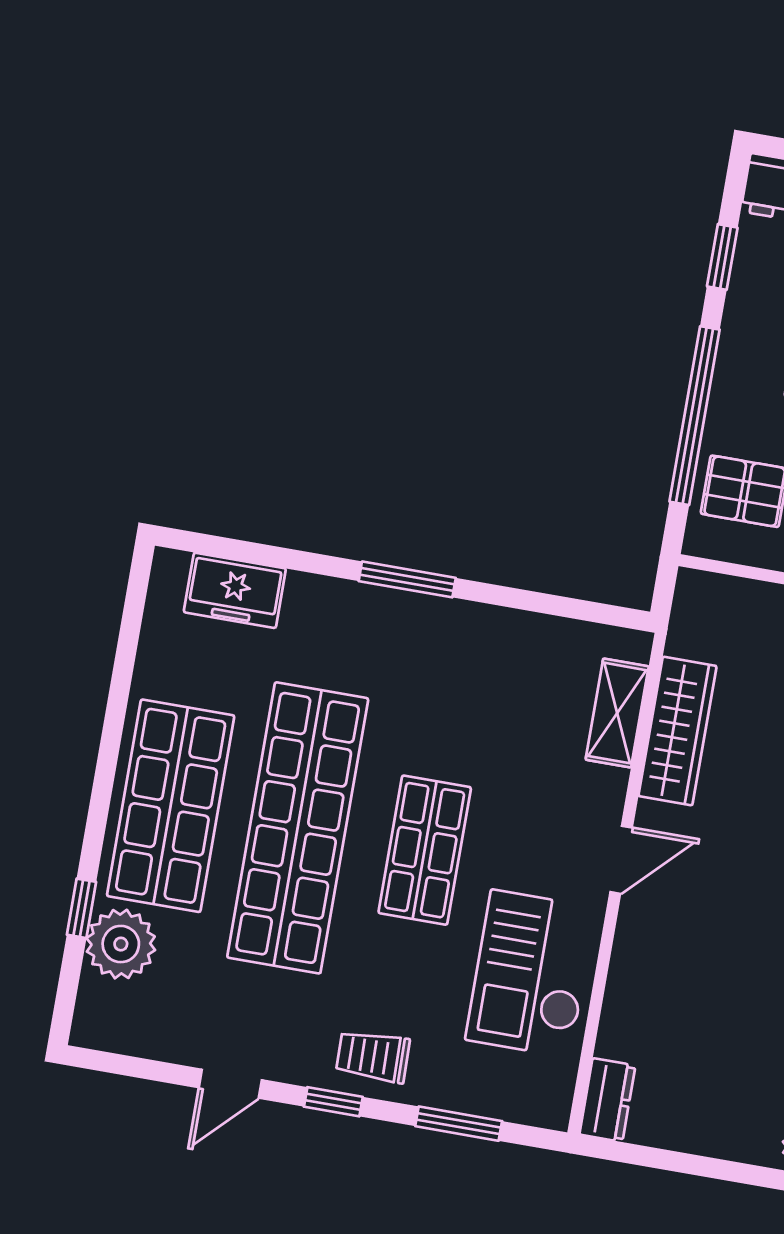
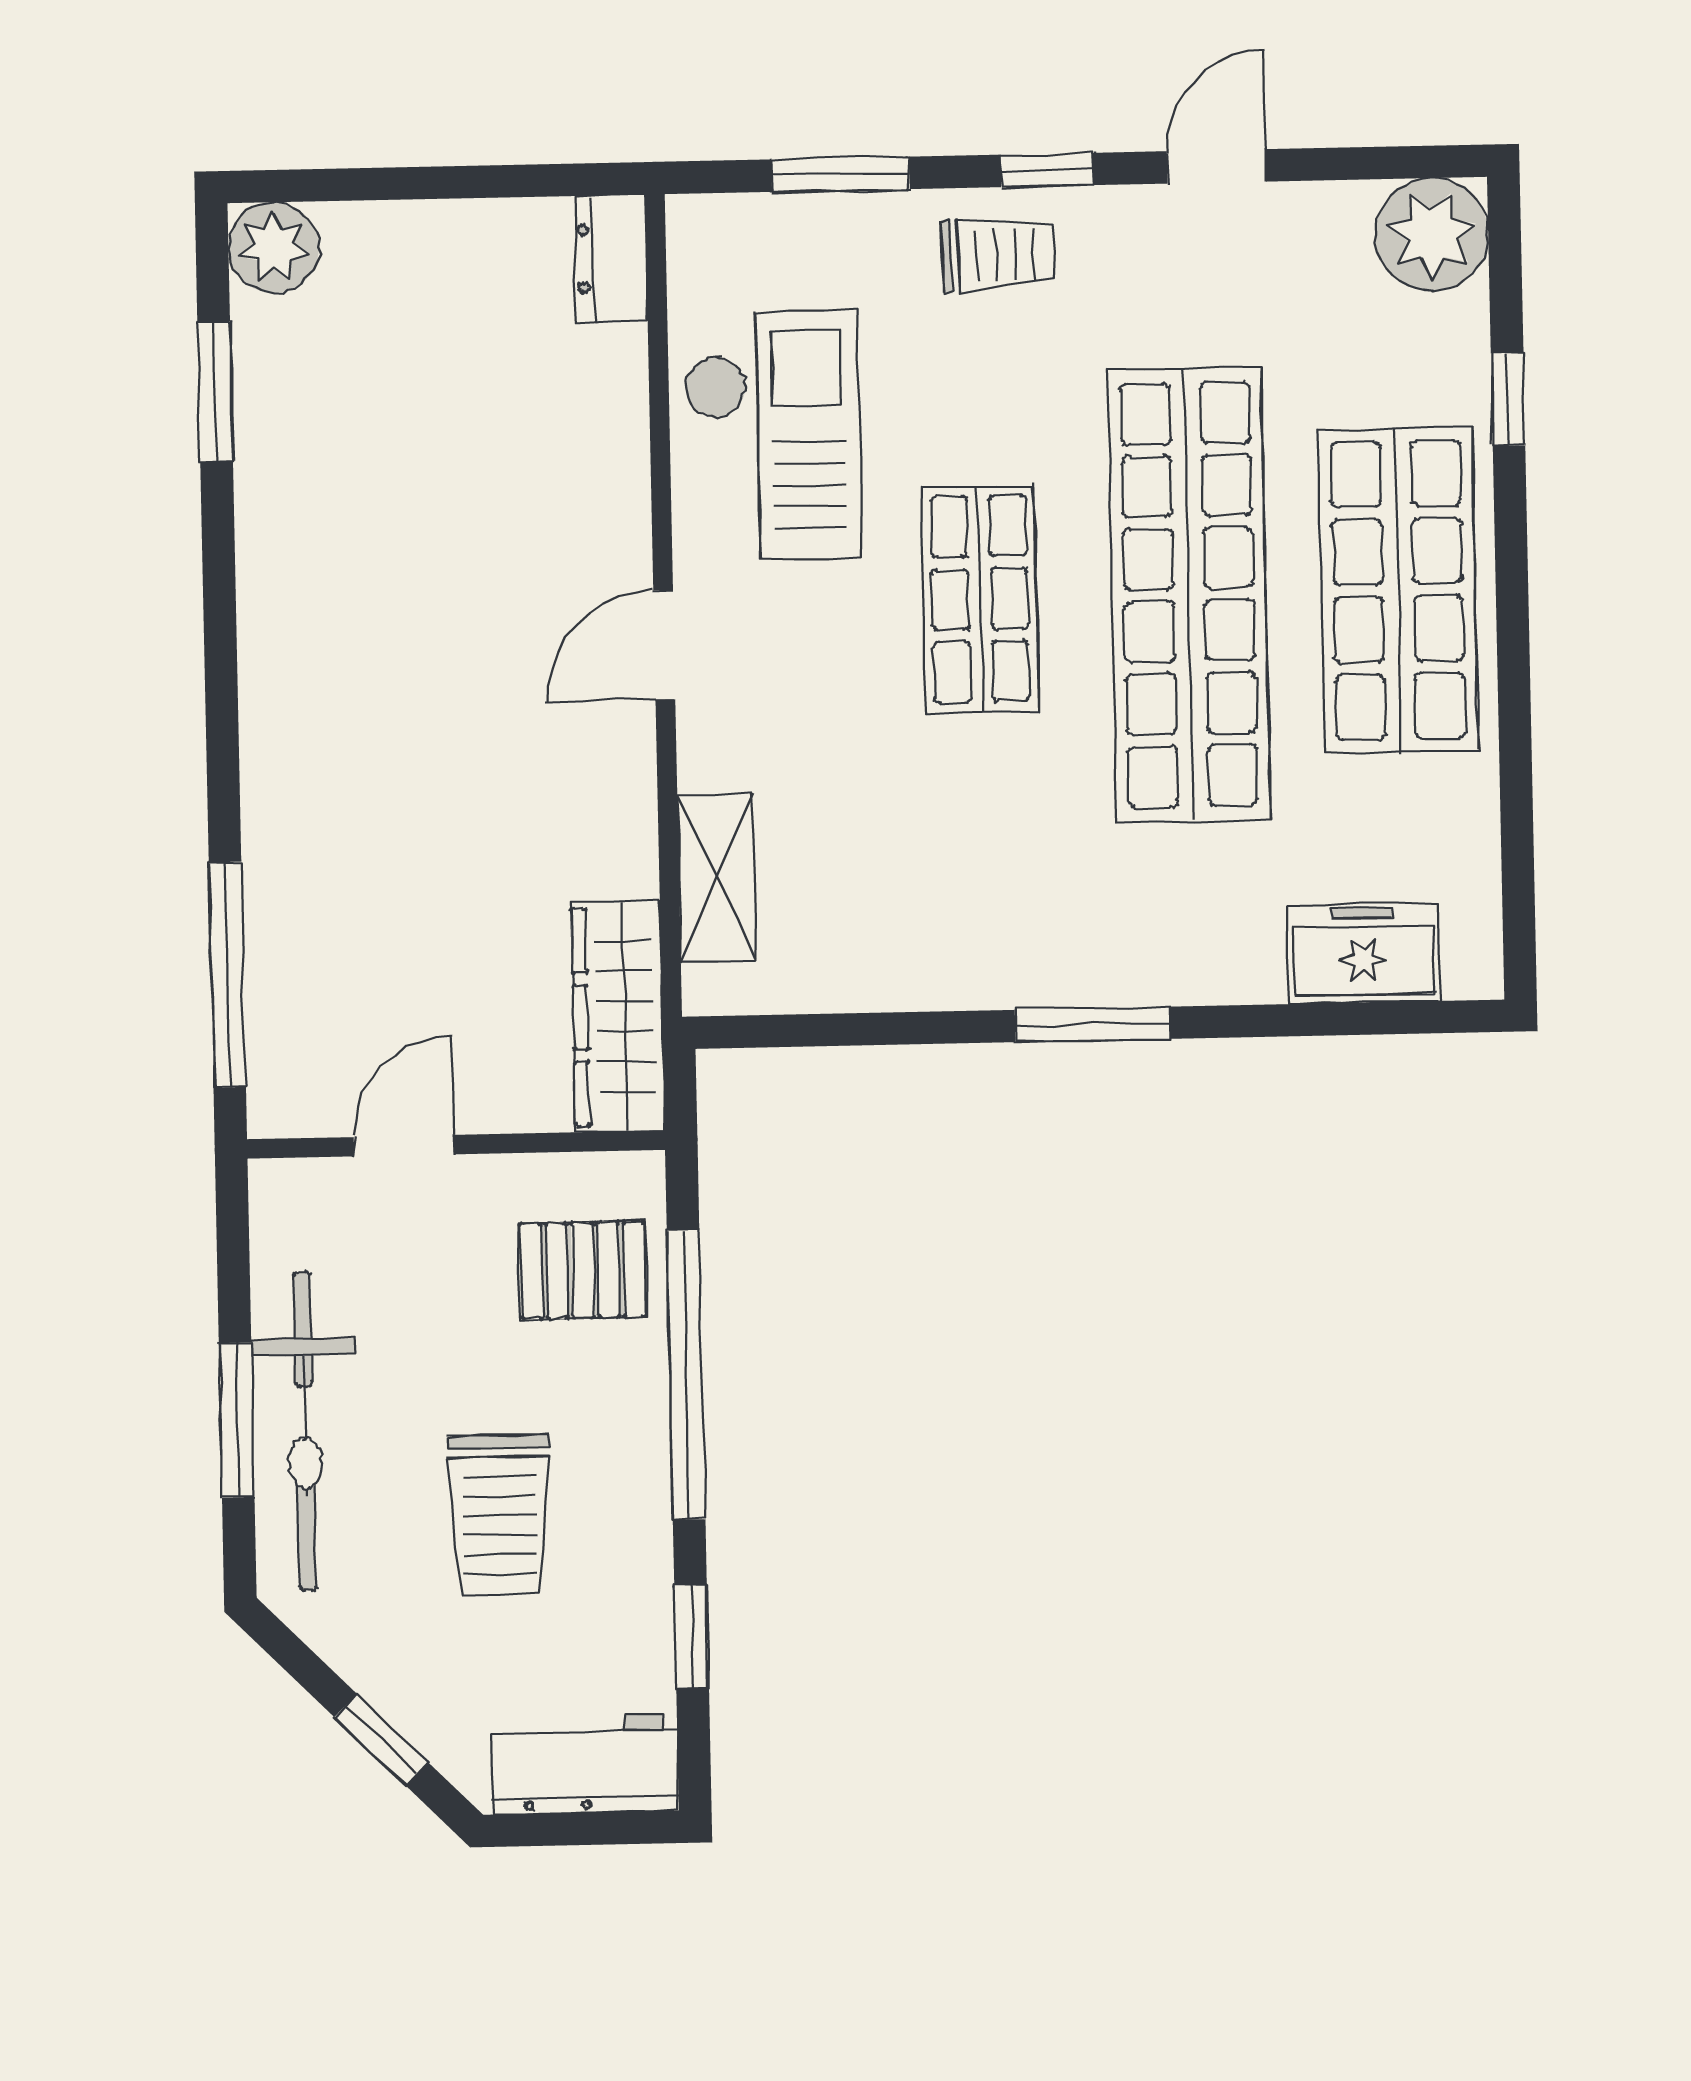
wardrobe: (677, 731) -> (618, 1016), moved
plant: (121, 944) -> (1432, 235), moved

